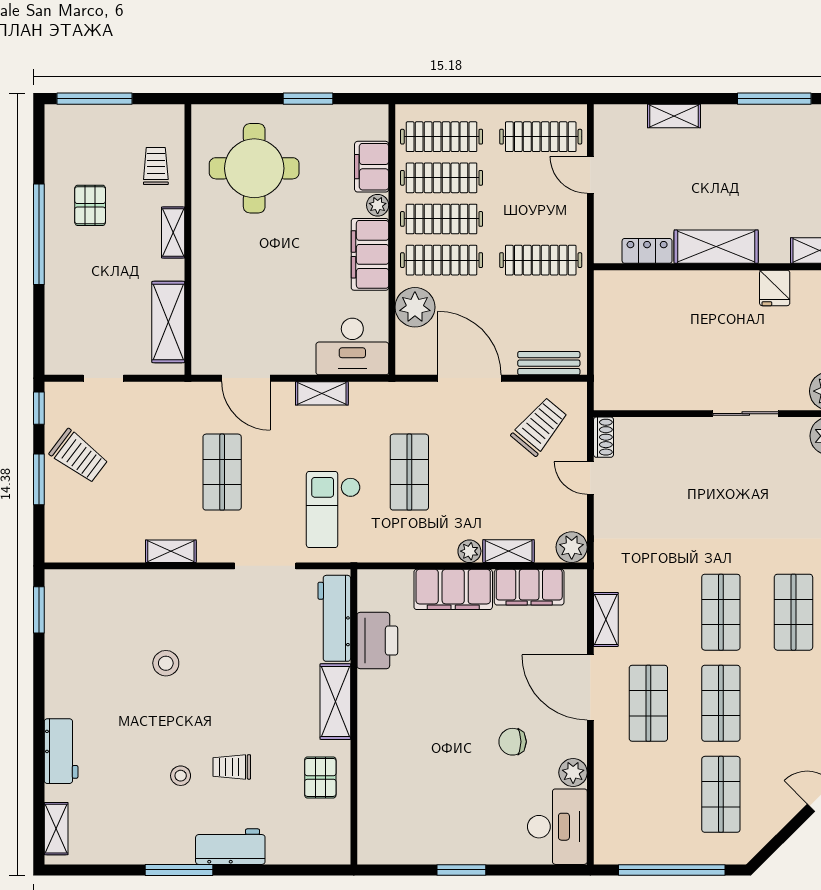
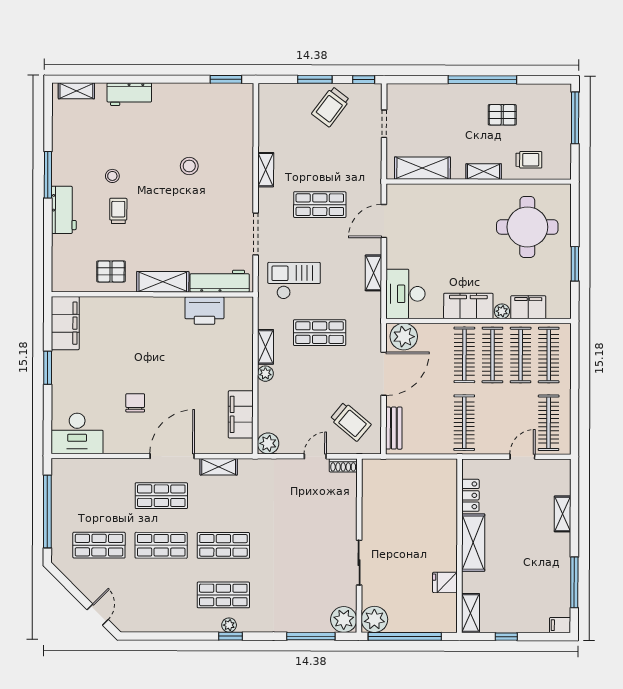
plant: (415, 307) -> (404, 337), moved
shelving: (509, 551) -> (265, 347), moved
filing cabinet: (453, 589) -> (65, 323), moved, turned 180
plant: (573, 773) -> (114, 444), removed

